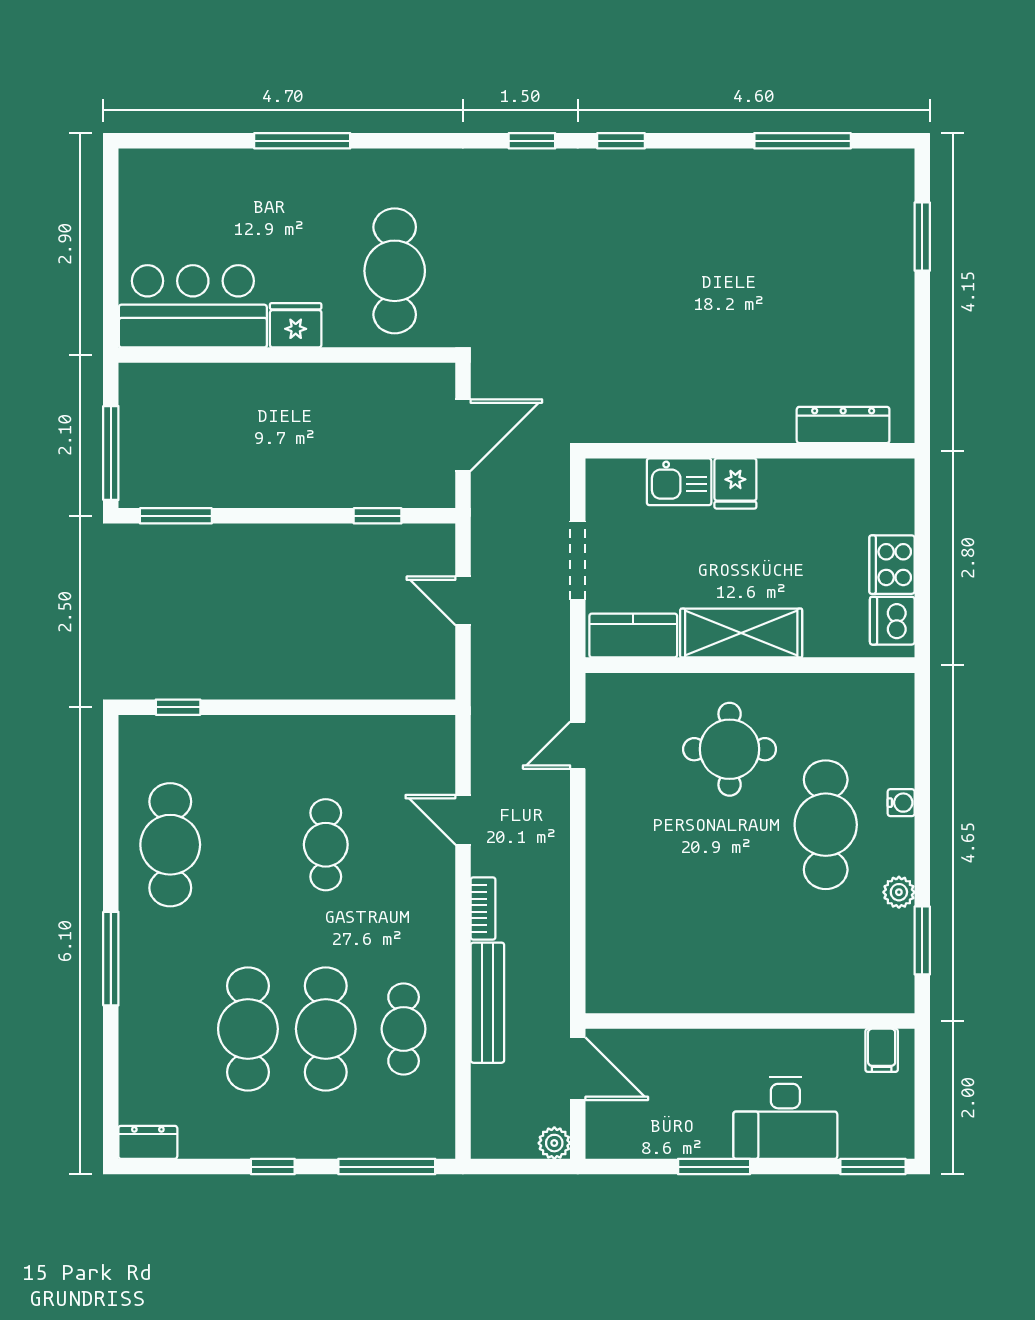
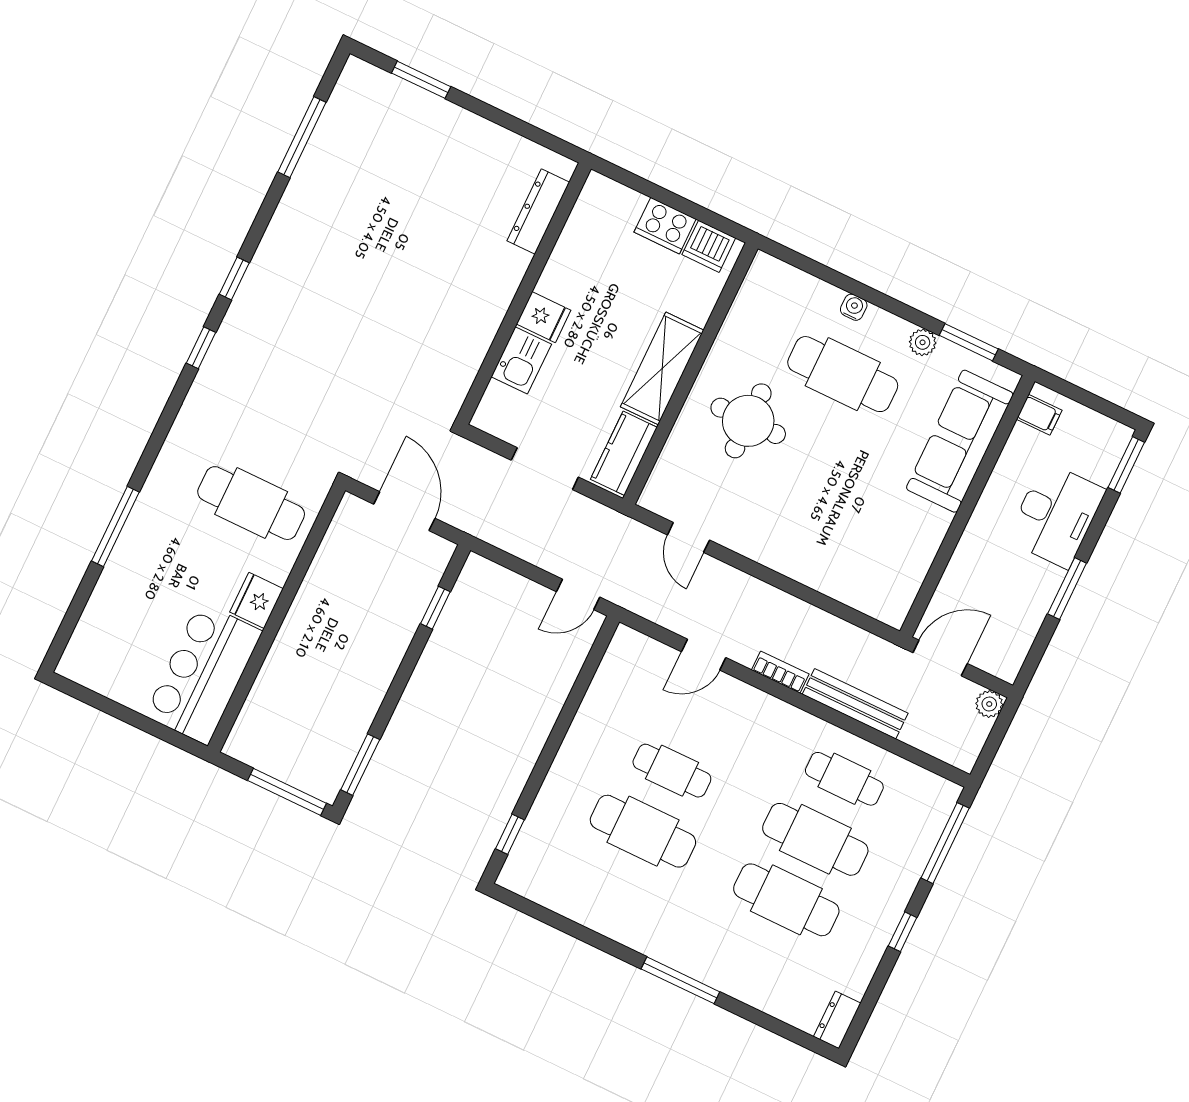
door: (463, 601) -> (578, 594), moved
cafe table: (170, 845) -> (643, 831), moved
sofa: (814, 981) -> (960, 441), added

